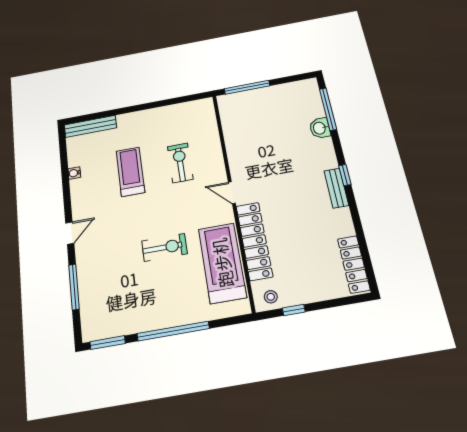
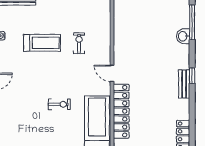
exercise bike: (180, 163) -> (79, 43), width x0.73, depth x0.72
treadmill: (130, 172) -> (42, 43), turned 90
exercise bike: (164, 247) -> (59, 104), width x0.73, depth x0.72

